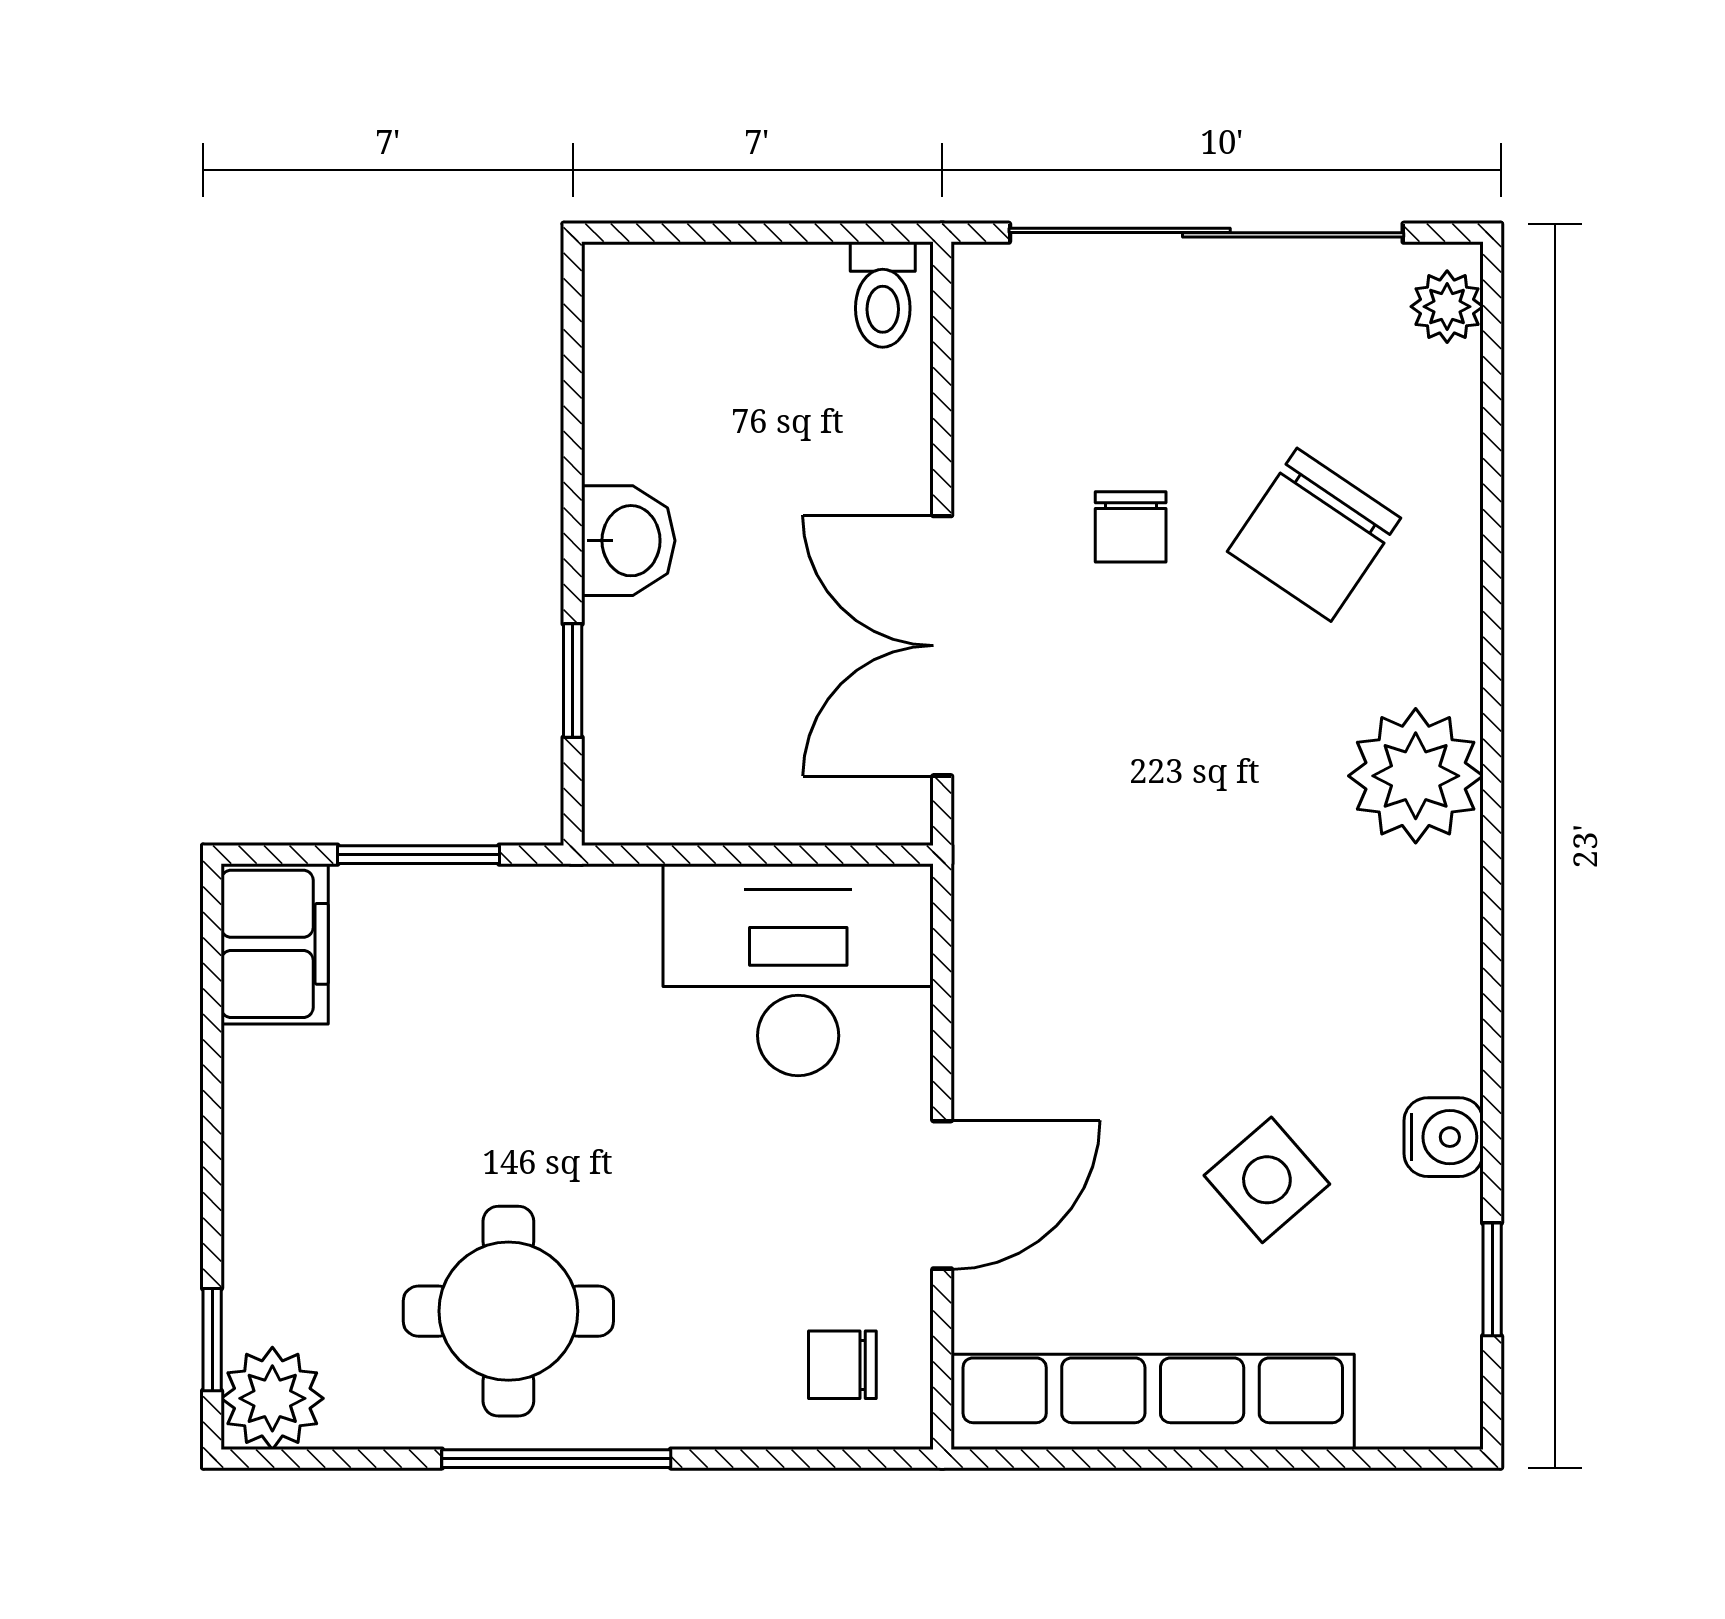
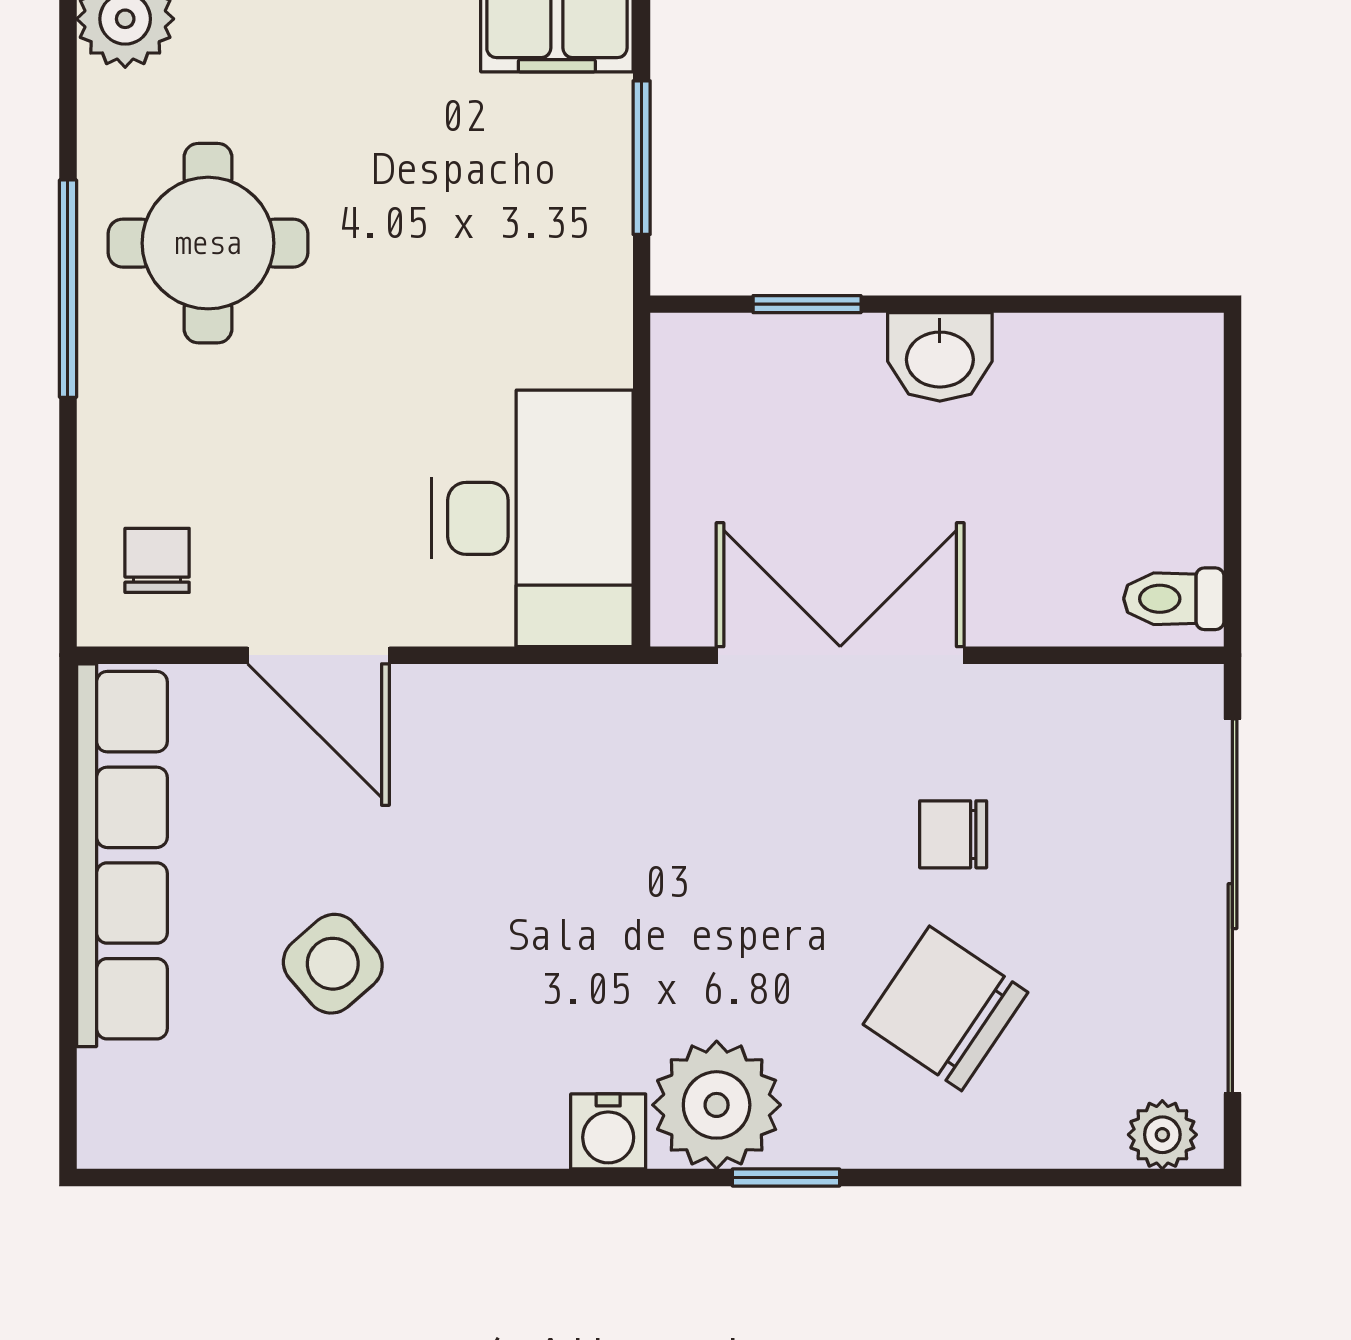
water cooler: (1444, 1137) -> (608, 1131), moved
window: (1492, 1279) -> (786, 1178), moved

